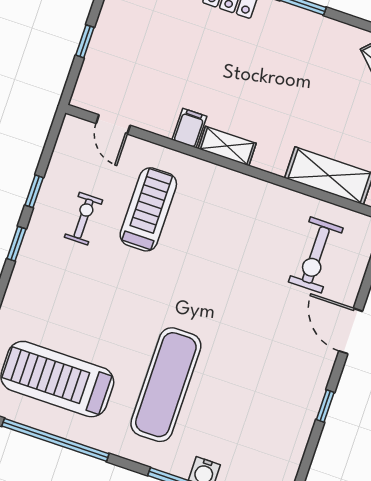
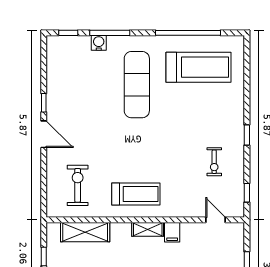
window: (34, 191) -> (247, 193), moved
treadmill: (148, 209) -> (136, 194), moved, turned -90
door: (351, 331) -> (44, 134), moved

